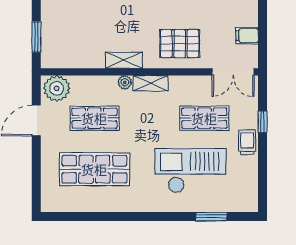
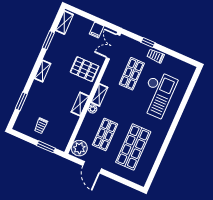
trolley: (65, 15) -> (41, 126), added
pallet: (180, 44) -> (85, 69), turned 90
double door: (233, 72) -> (113, 47), swing flipped
checkout: (190, 171) -> (157, 94), turned 180
window: (211, 216) -> (188, 94), removed

